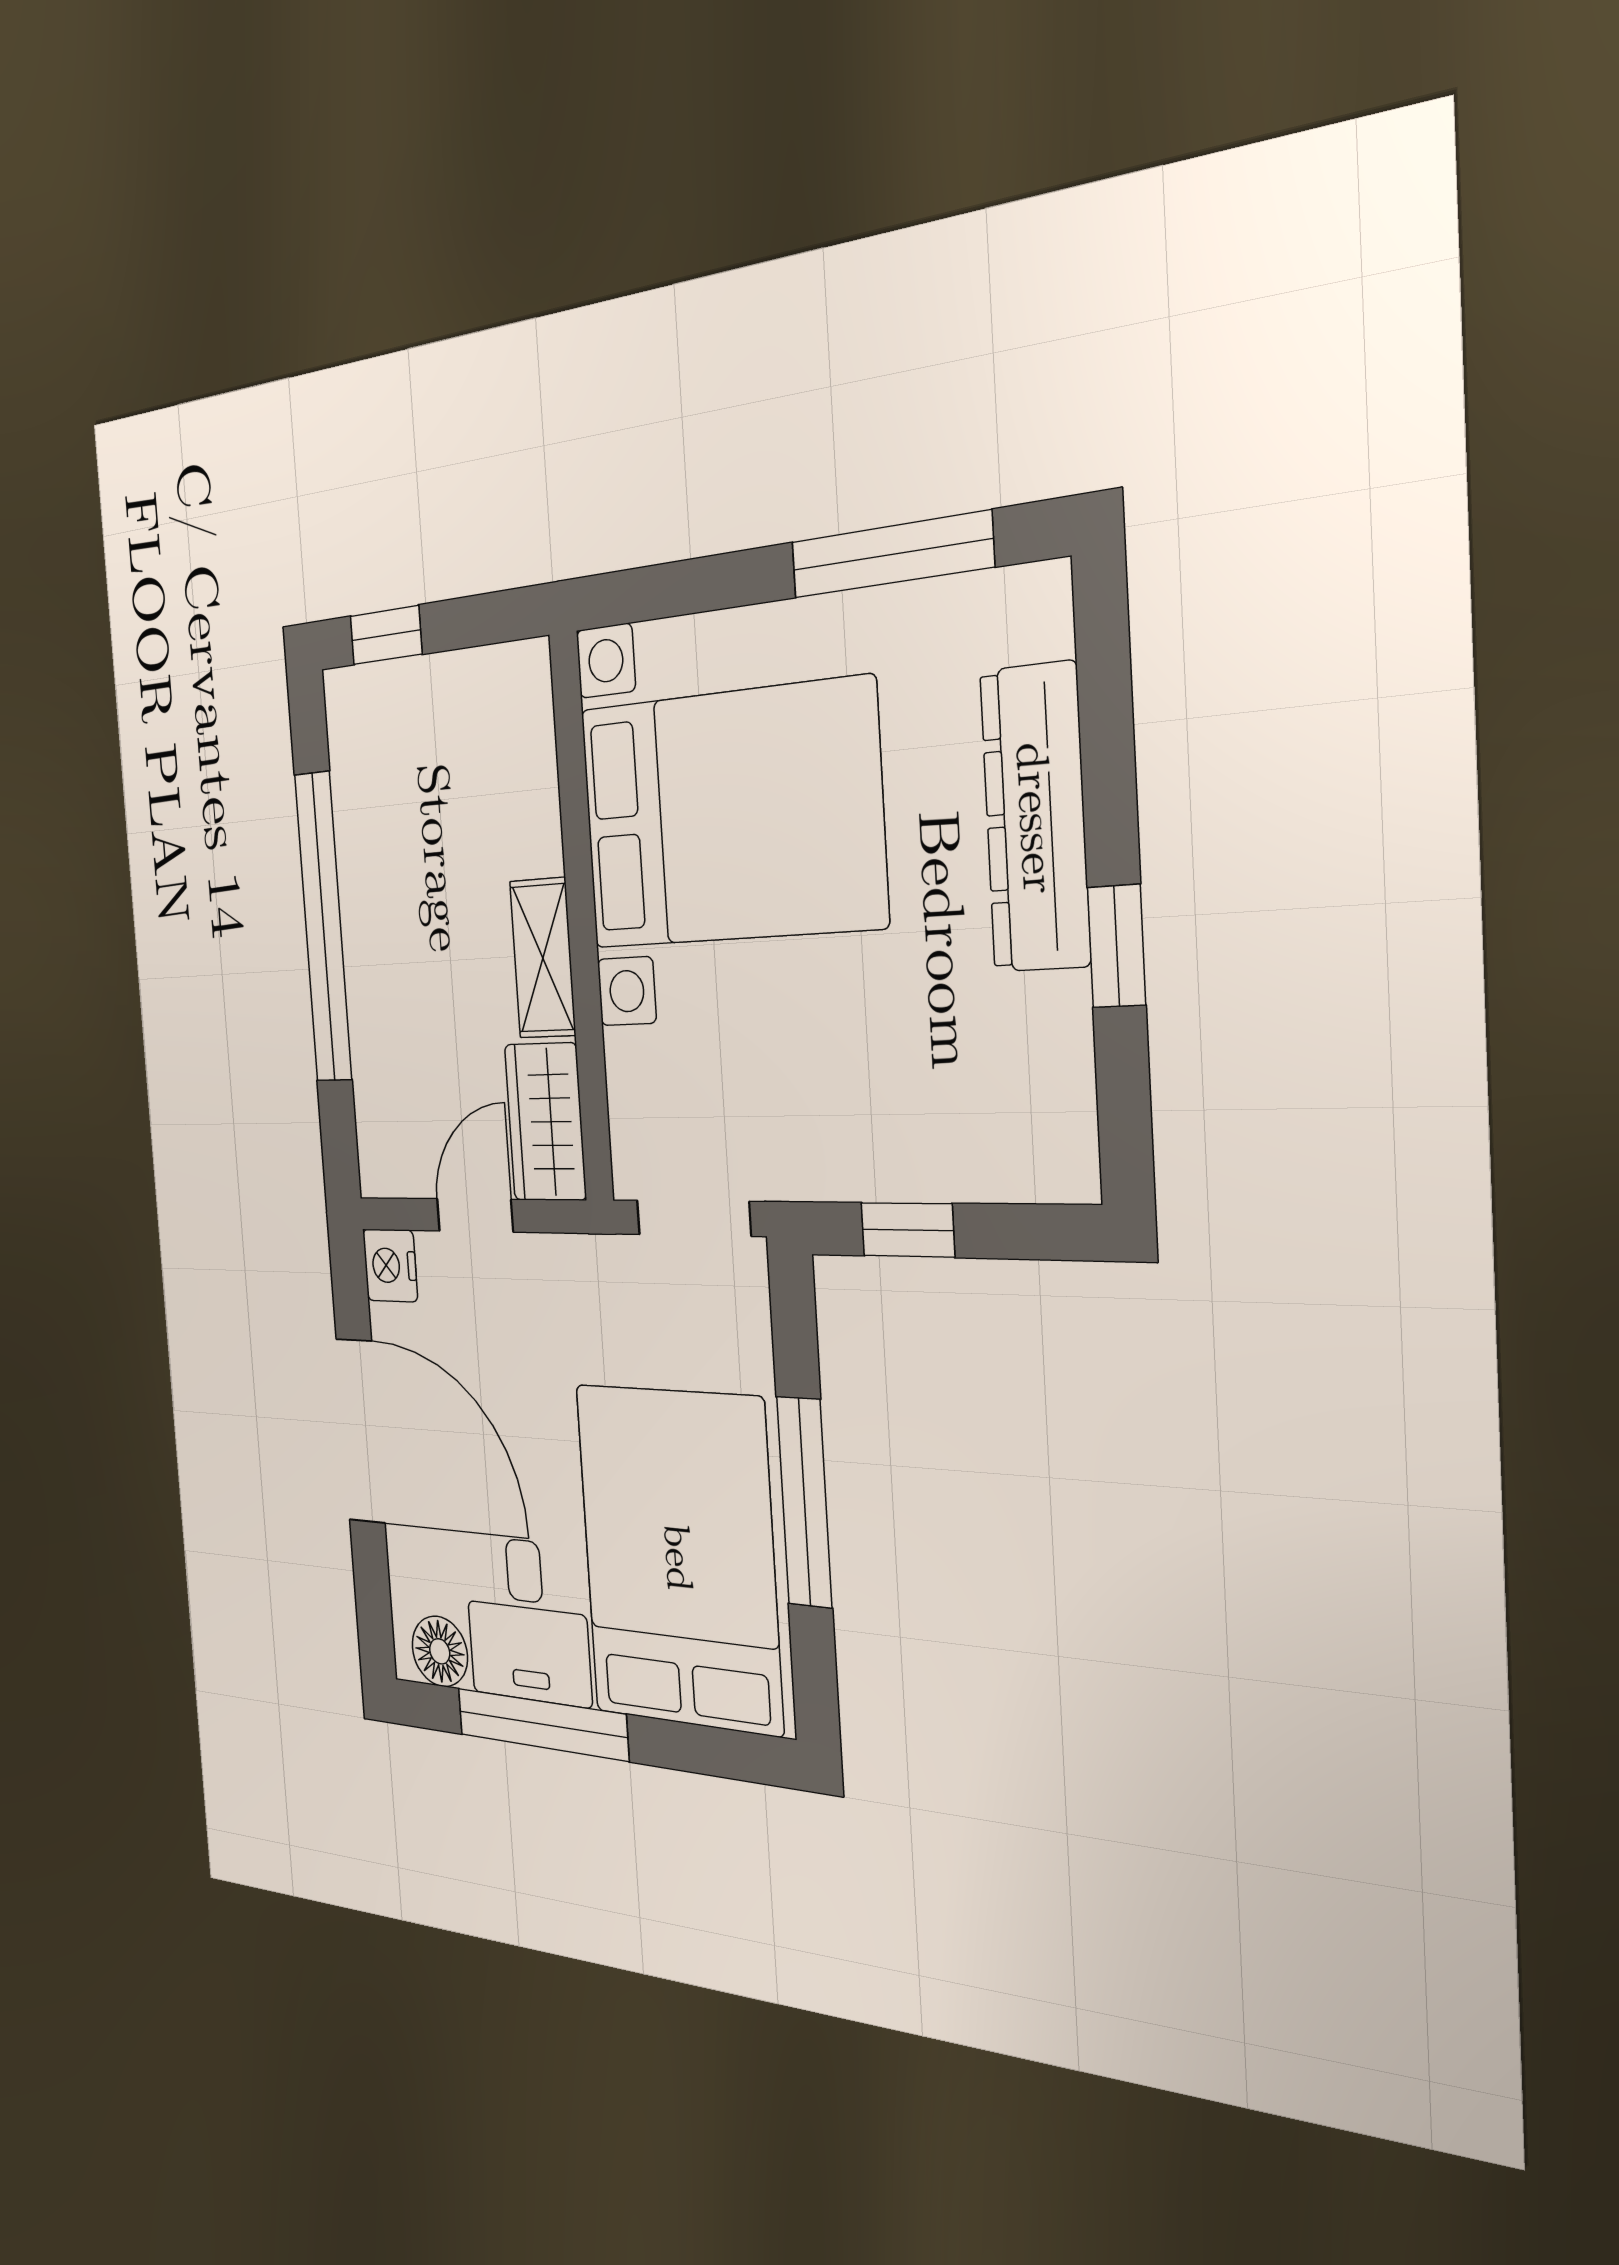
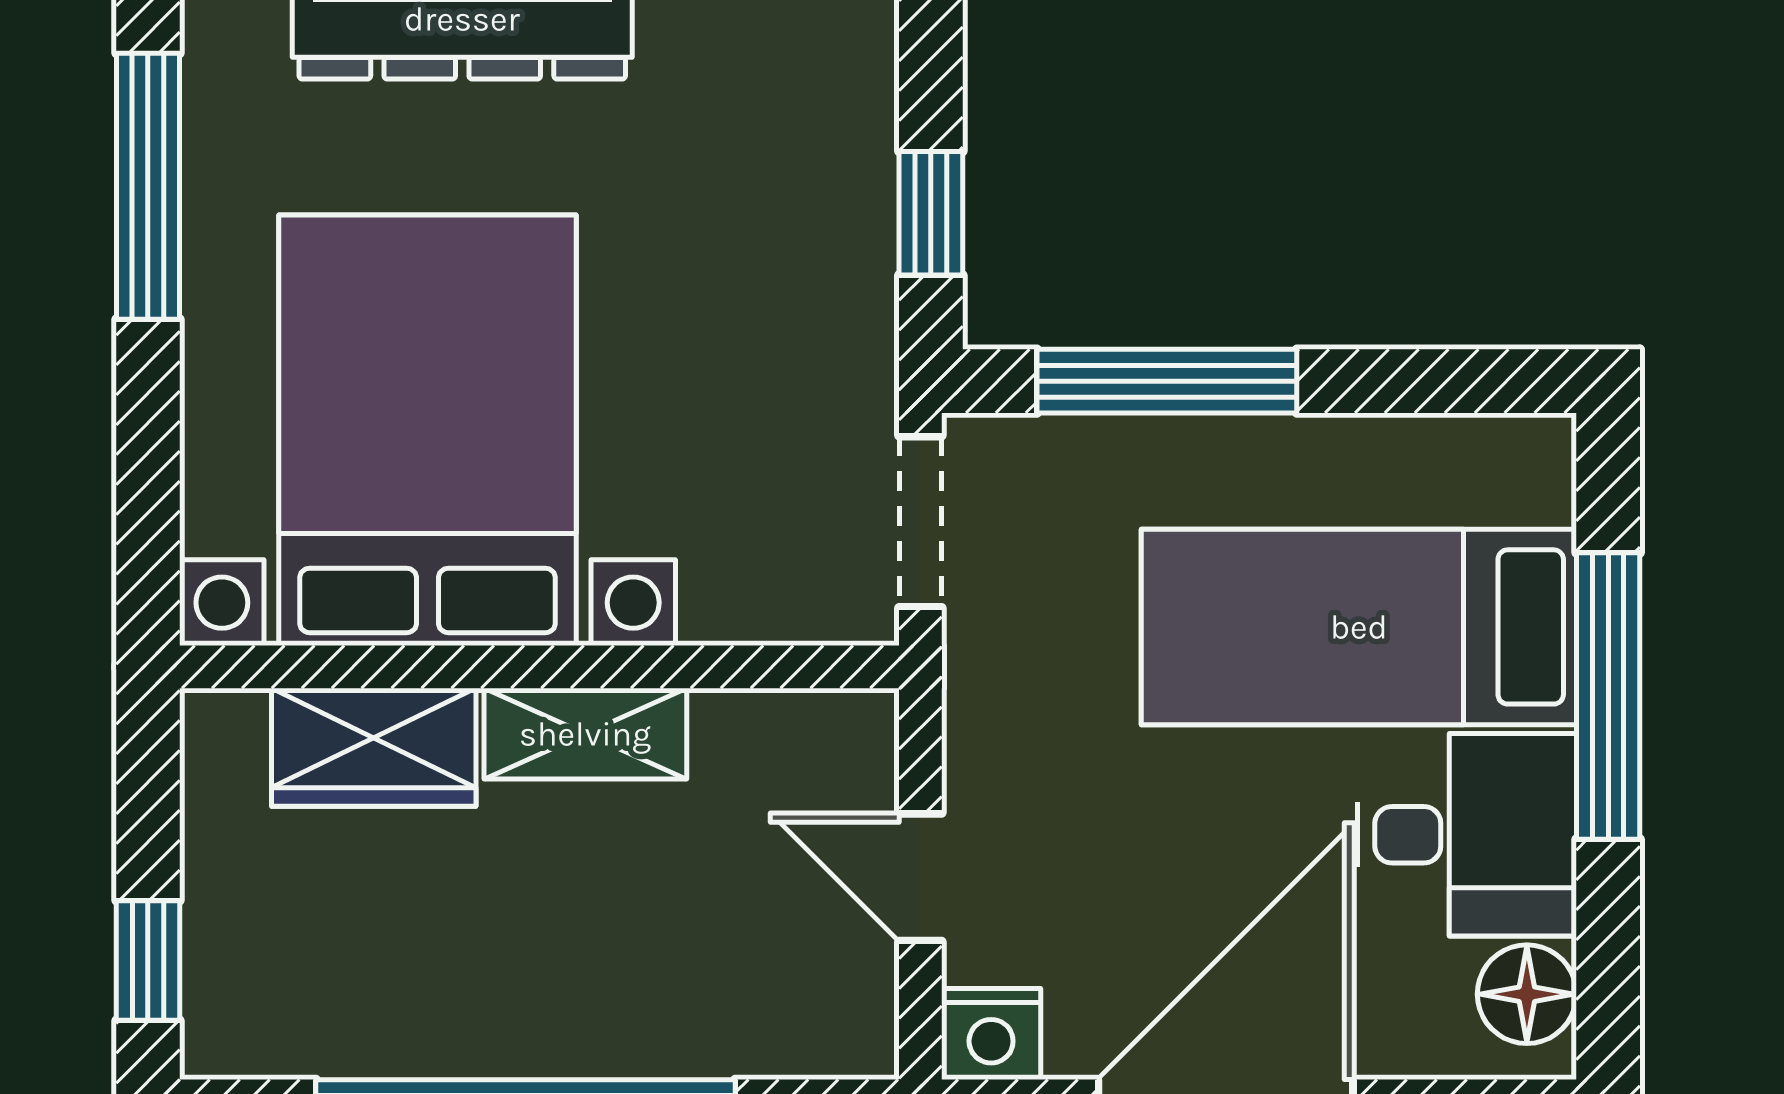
wardrobe: (545, 1122) -> (374, 747), moved
window: (804, 1502) -> (1167, 381), moved
bed: (678, 1558) -> (1359, 627), width x0.67
window: (542, 1724) -> (1608, 696), moved

